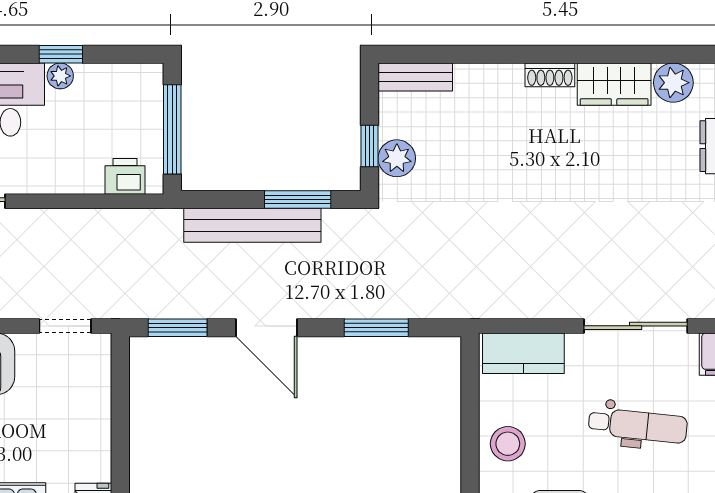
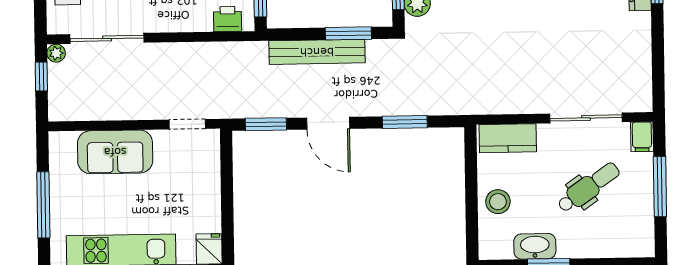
dental chair: (638, 425) -> (589, 187), turned -41

